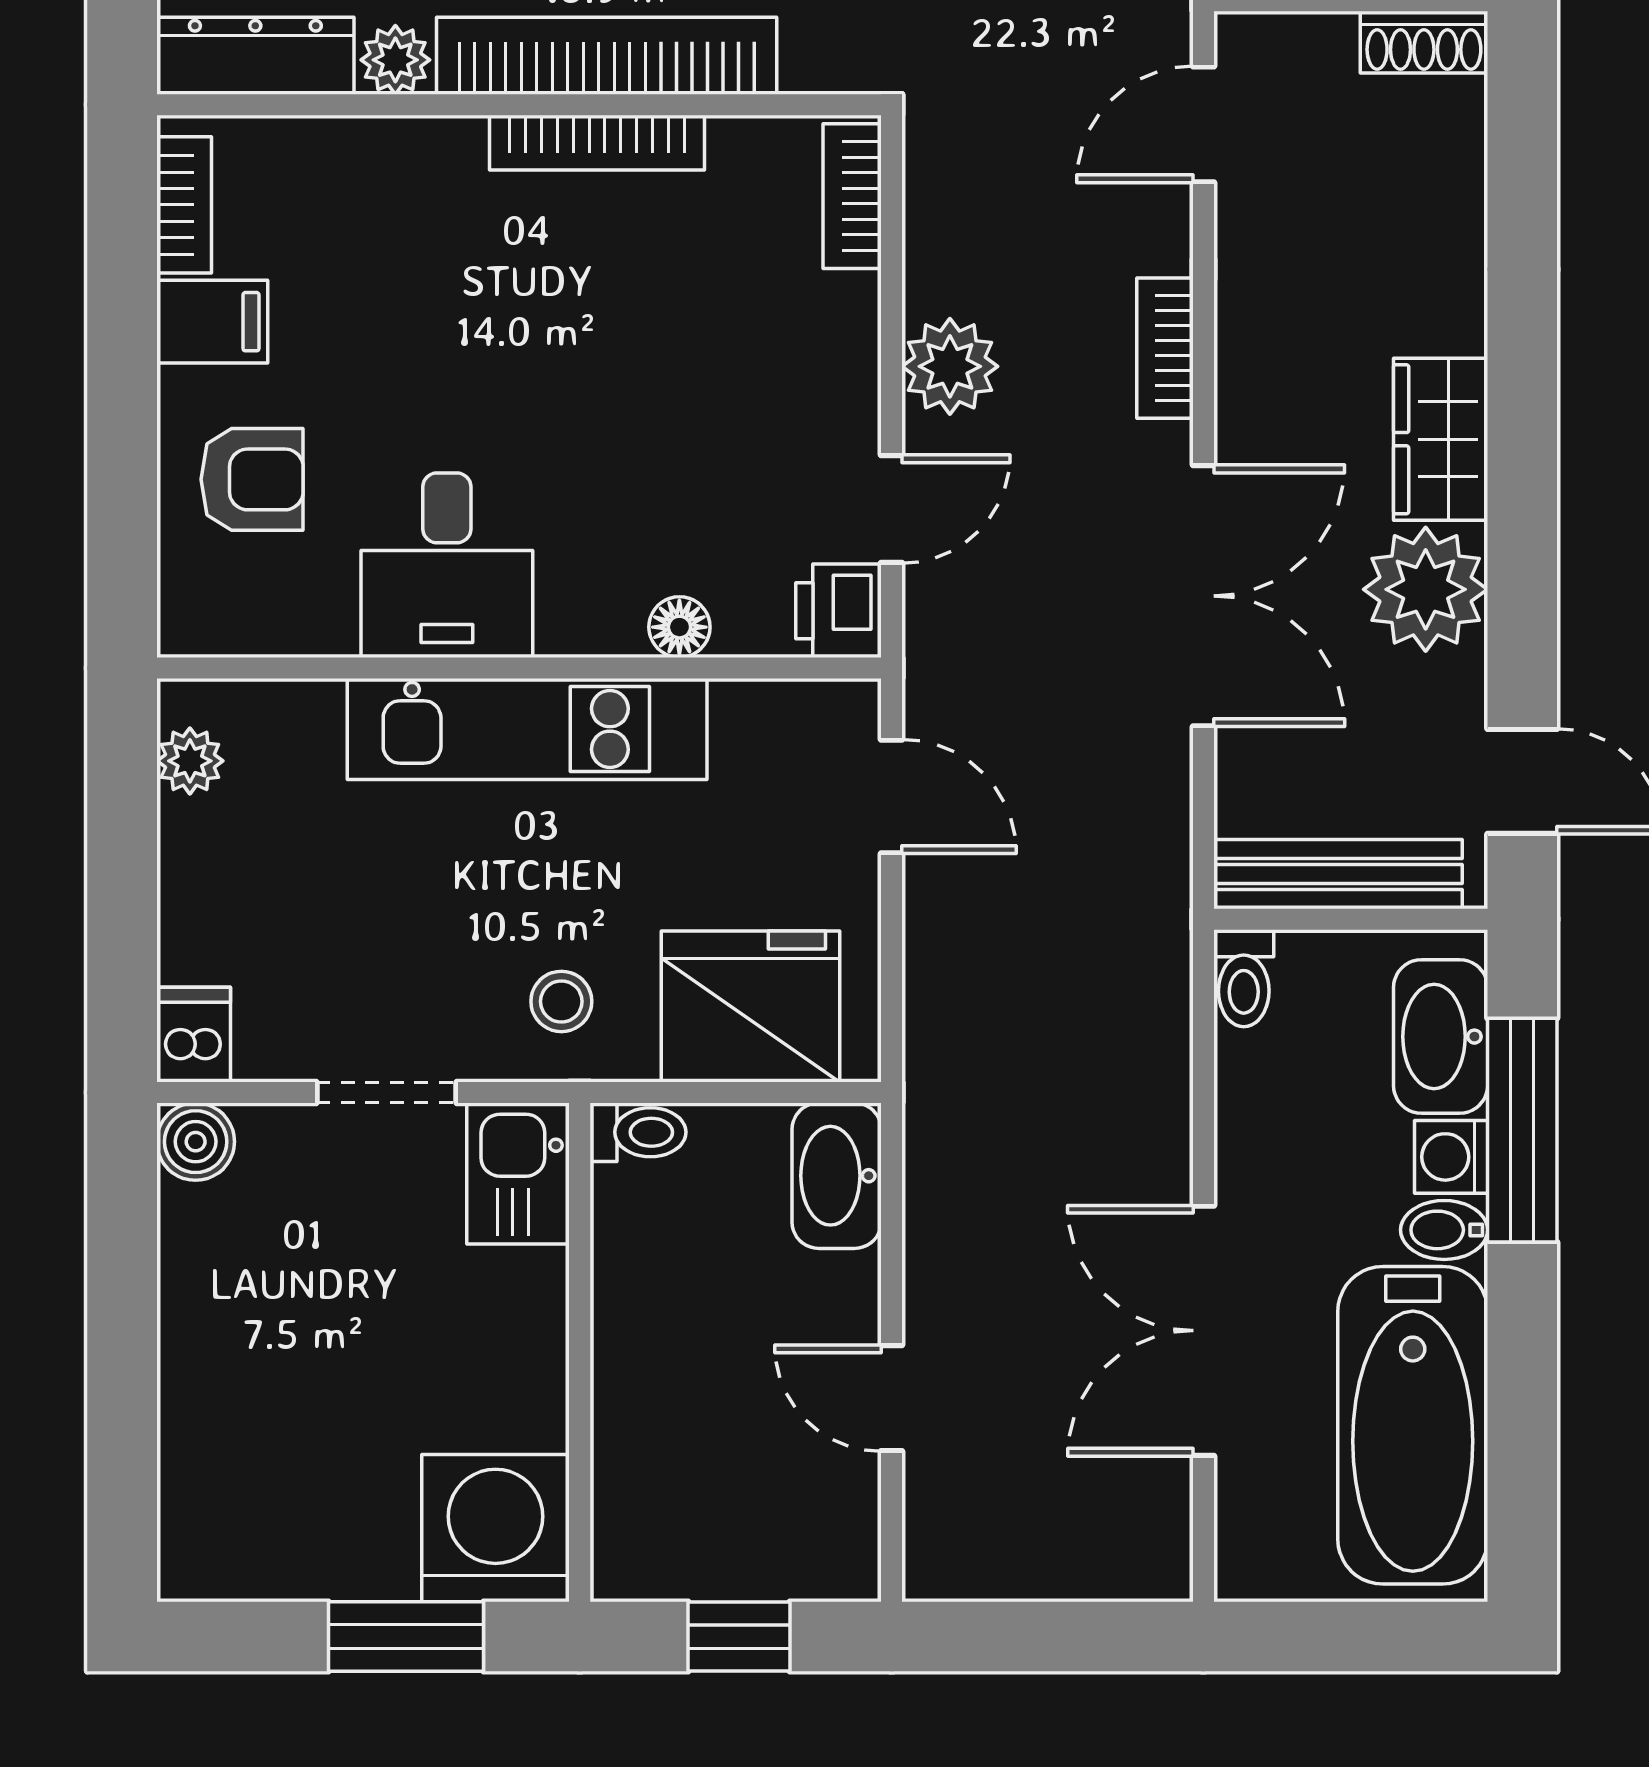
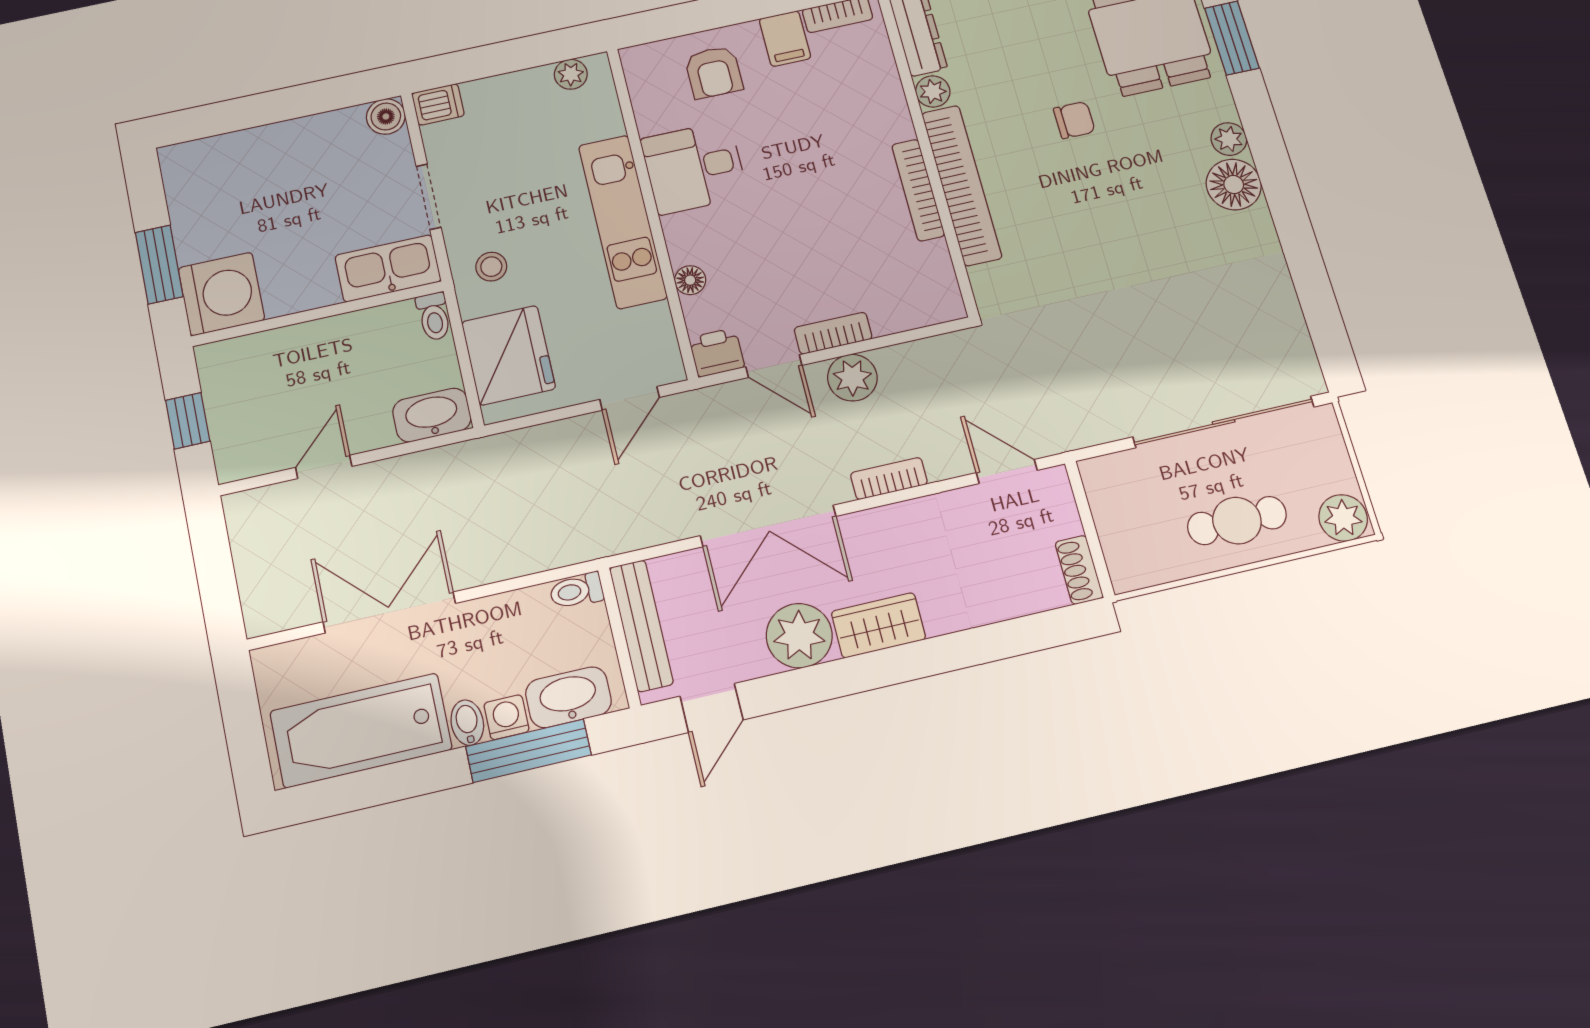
bookcase: (852, 196) -> (833, 333), moved
kitchen sink: (518, 1173) -> (388, 268), width x1.38

